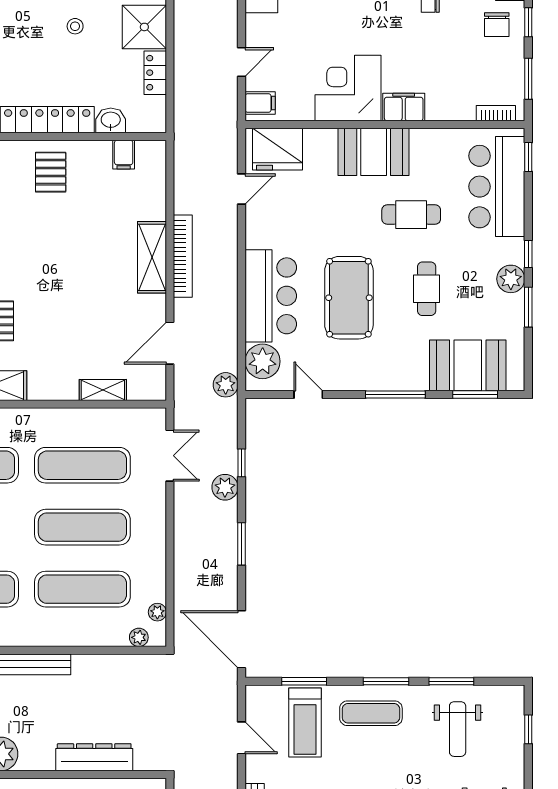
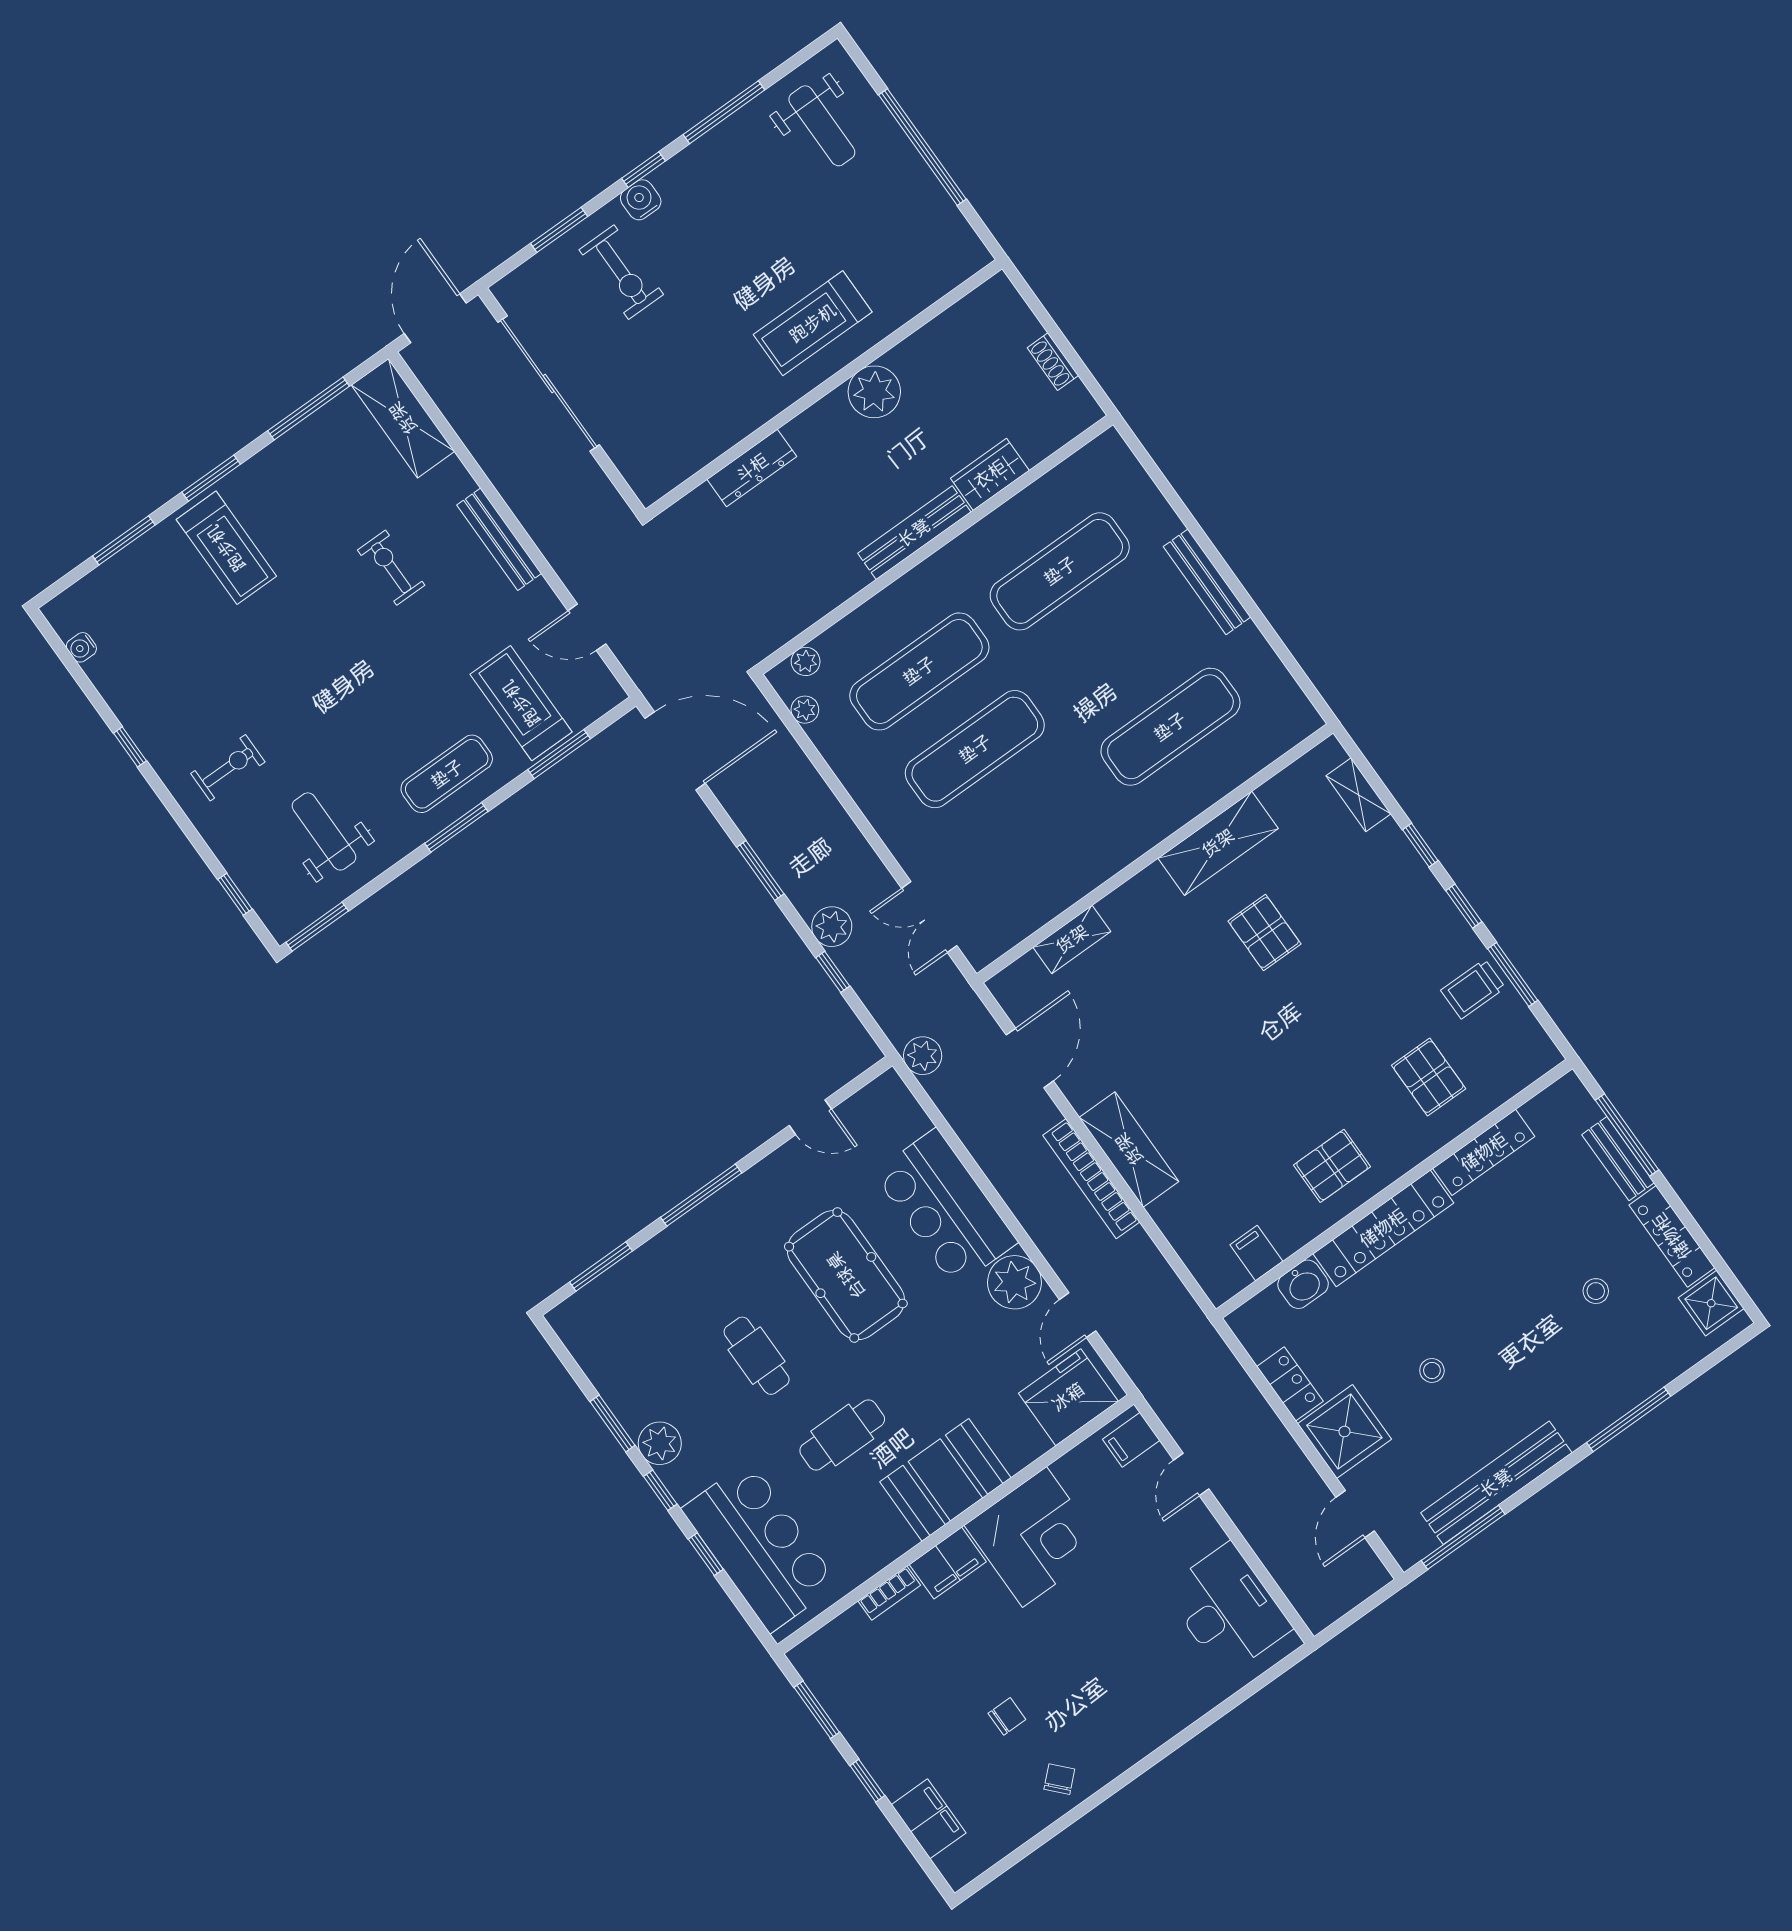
chair: (497, 25) -> (905, 1750), removed
bookcase: (496, 113) -> (889, 1593), moved
window: (528, 157) -> (706, 1554), moved
pallet: (51, 172) -> (1332, 1166), turned 90
plant: (263, 361) -> (1014, 1282), moved
booth: (468, 365) -> (636, 1296), removed
exercise mat: (82, 465) -> (1030, 827), removed
window: (451, 681) -> (317, 927), moved
dresser: (94, 757) -> (752, 468), width x0.73, depth x0.80

